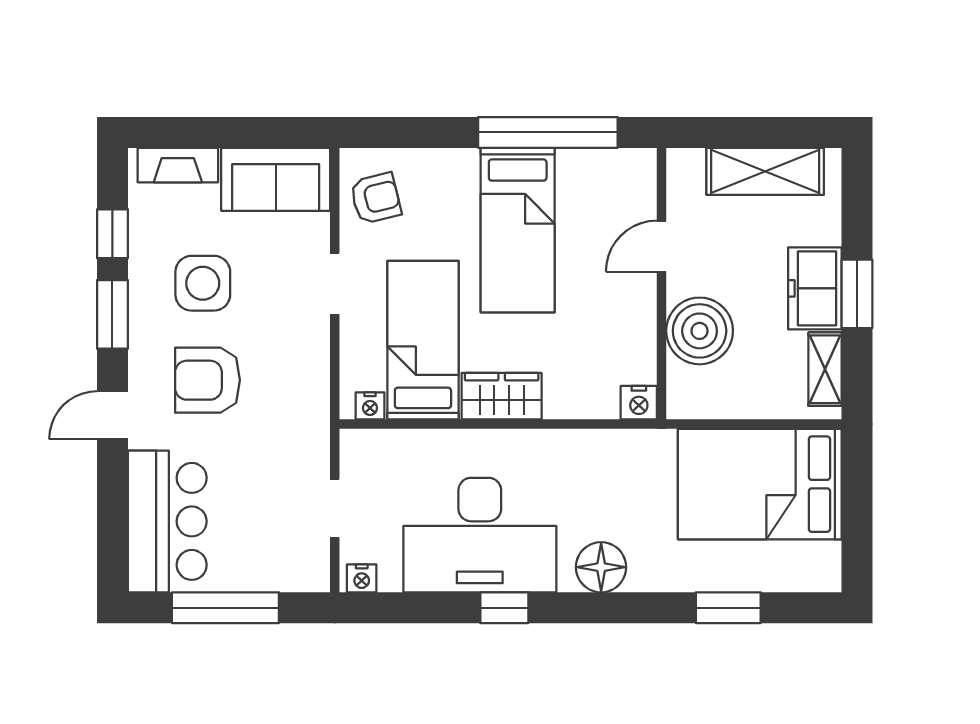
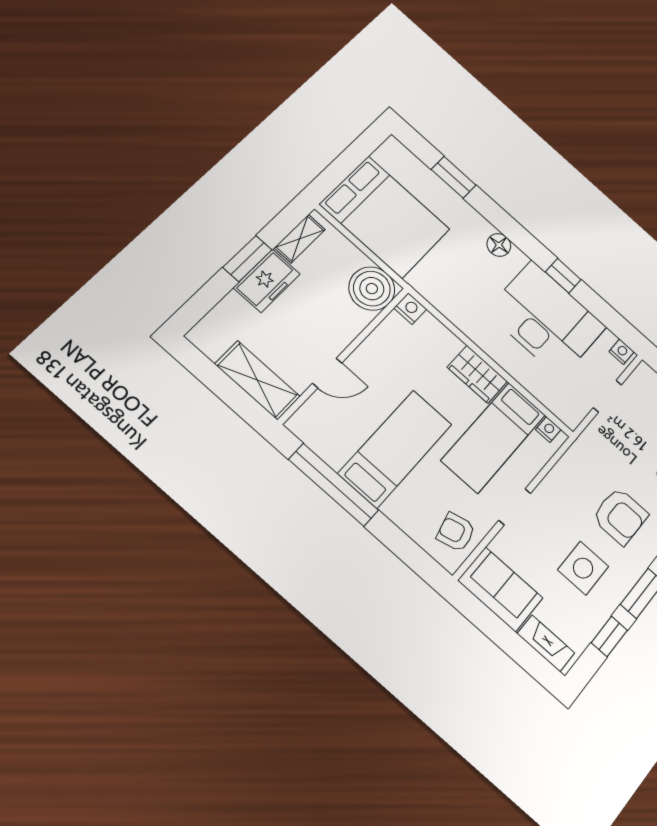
shelving: (765, 171) -> (258, 380), moved
boiler: (700, 331) -> (372, 289), moved
floor lamp: (601, 567) -> (499, 245), width x0.73, depth x0.73

